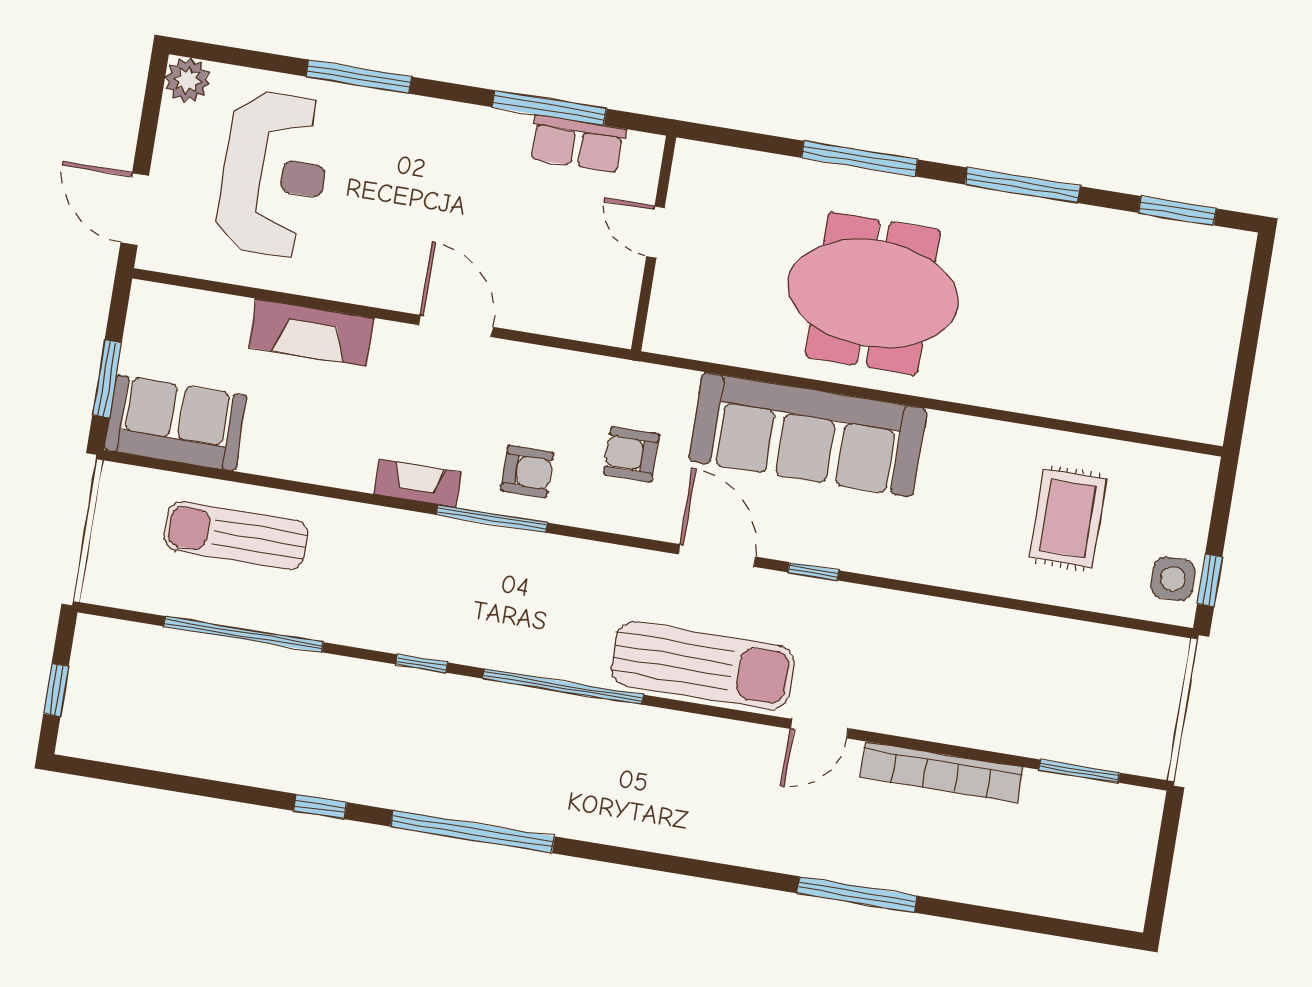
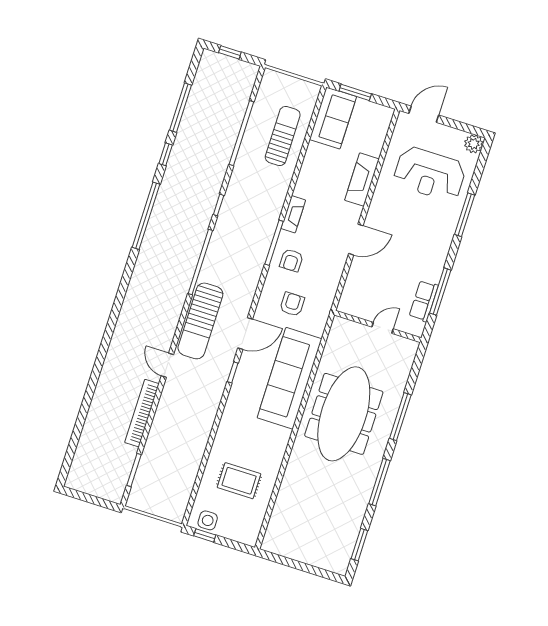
meeting table: (873, 293) -> (344, 414), width x1.36
window: (857, 894) -> (181, 108), moved

